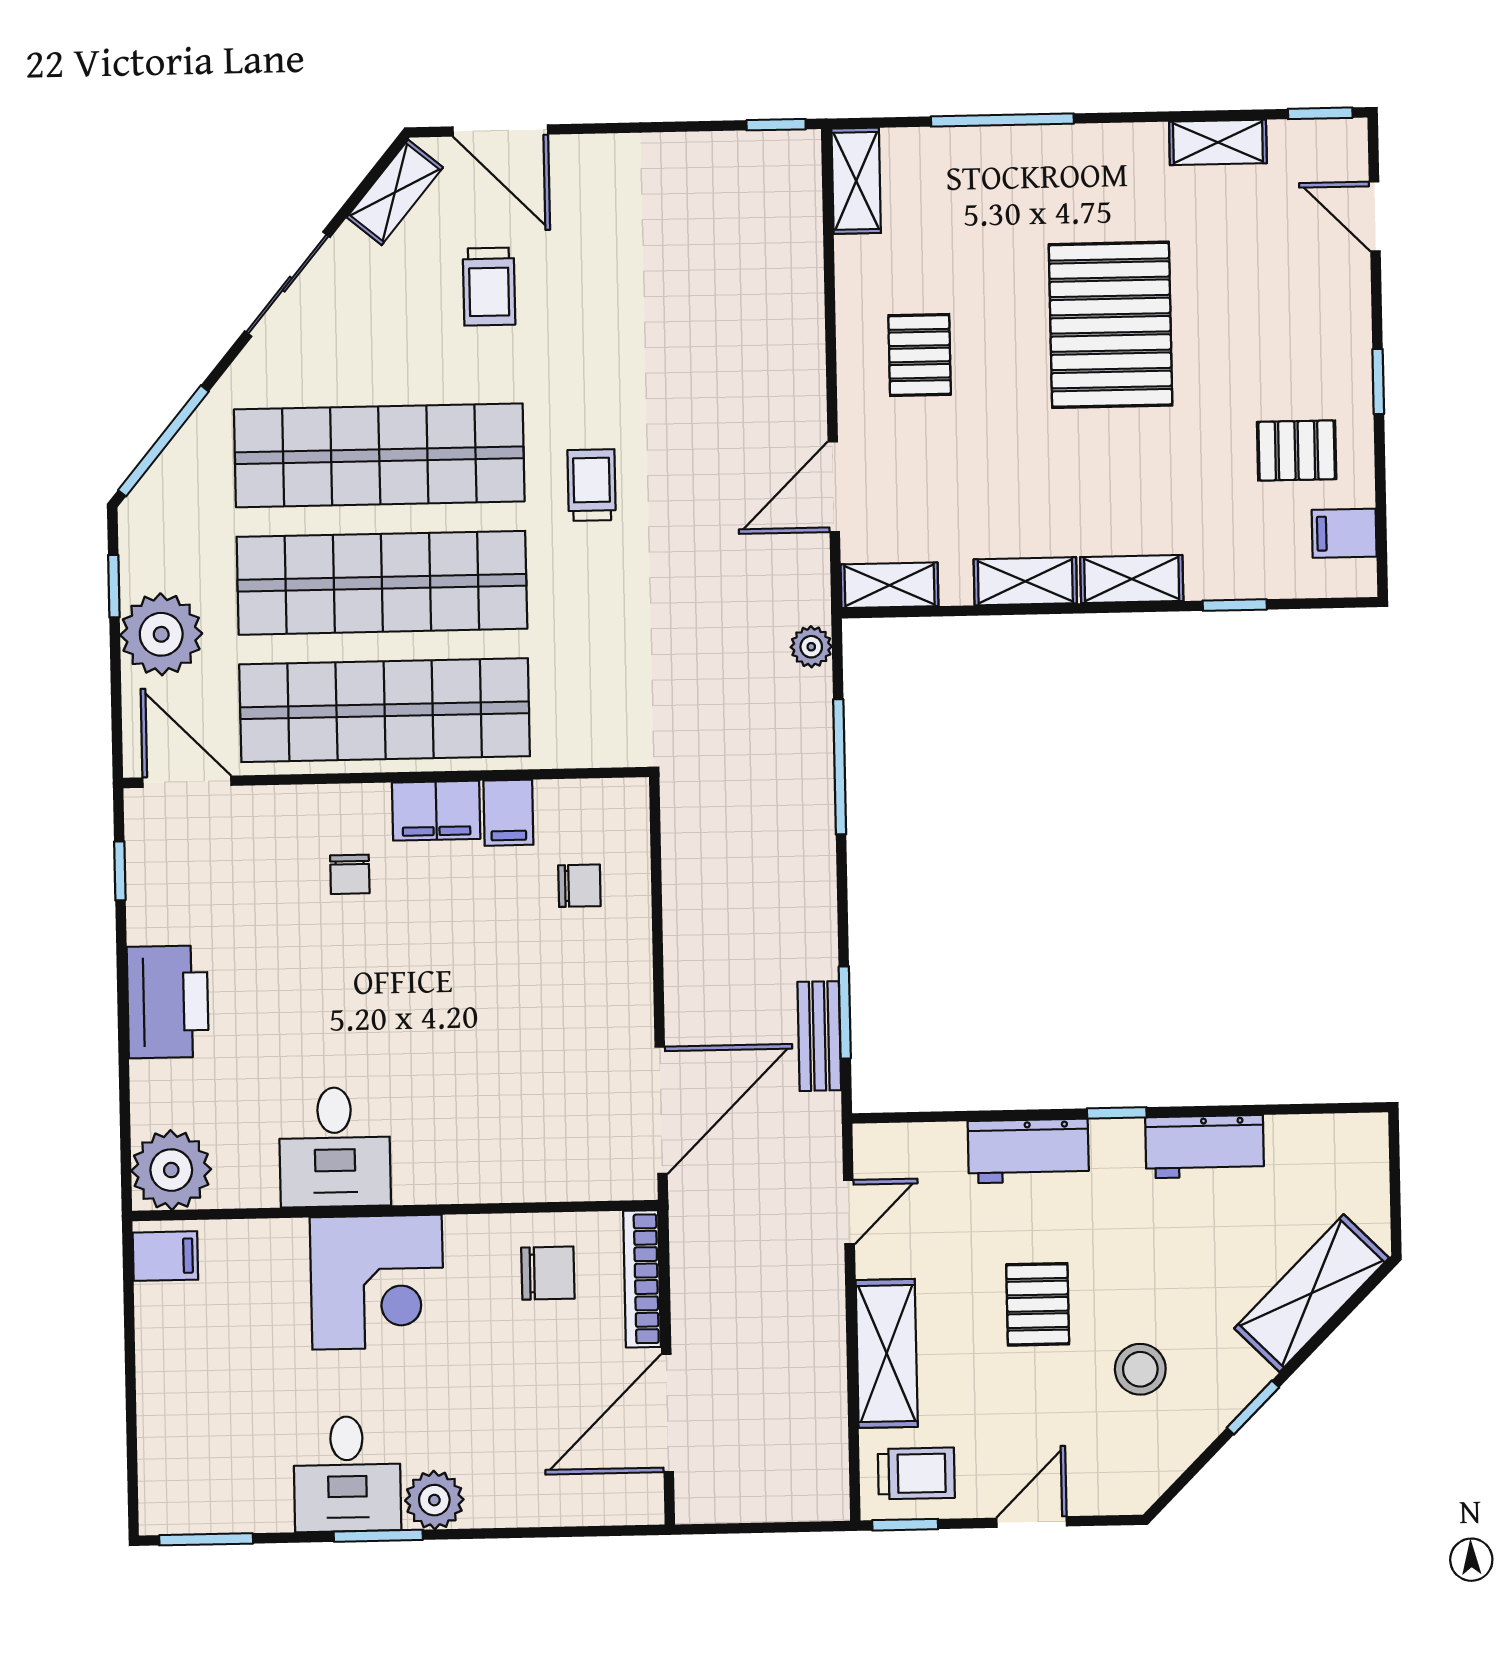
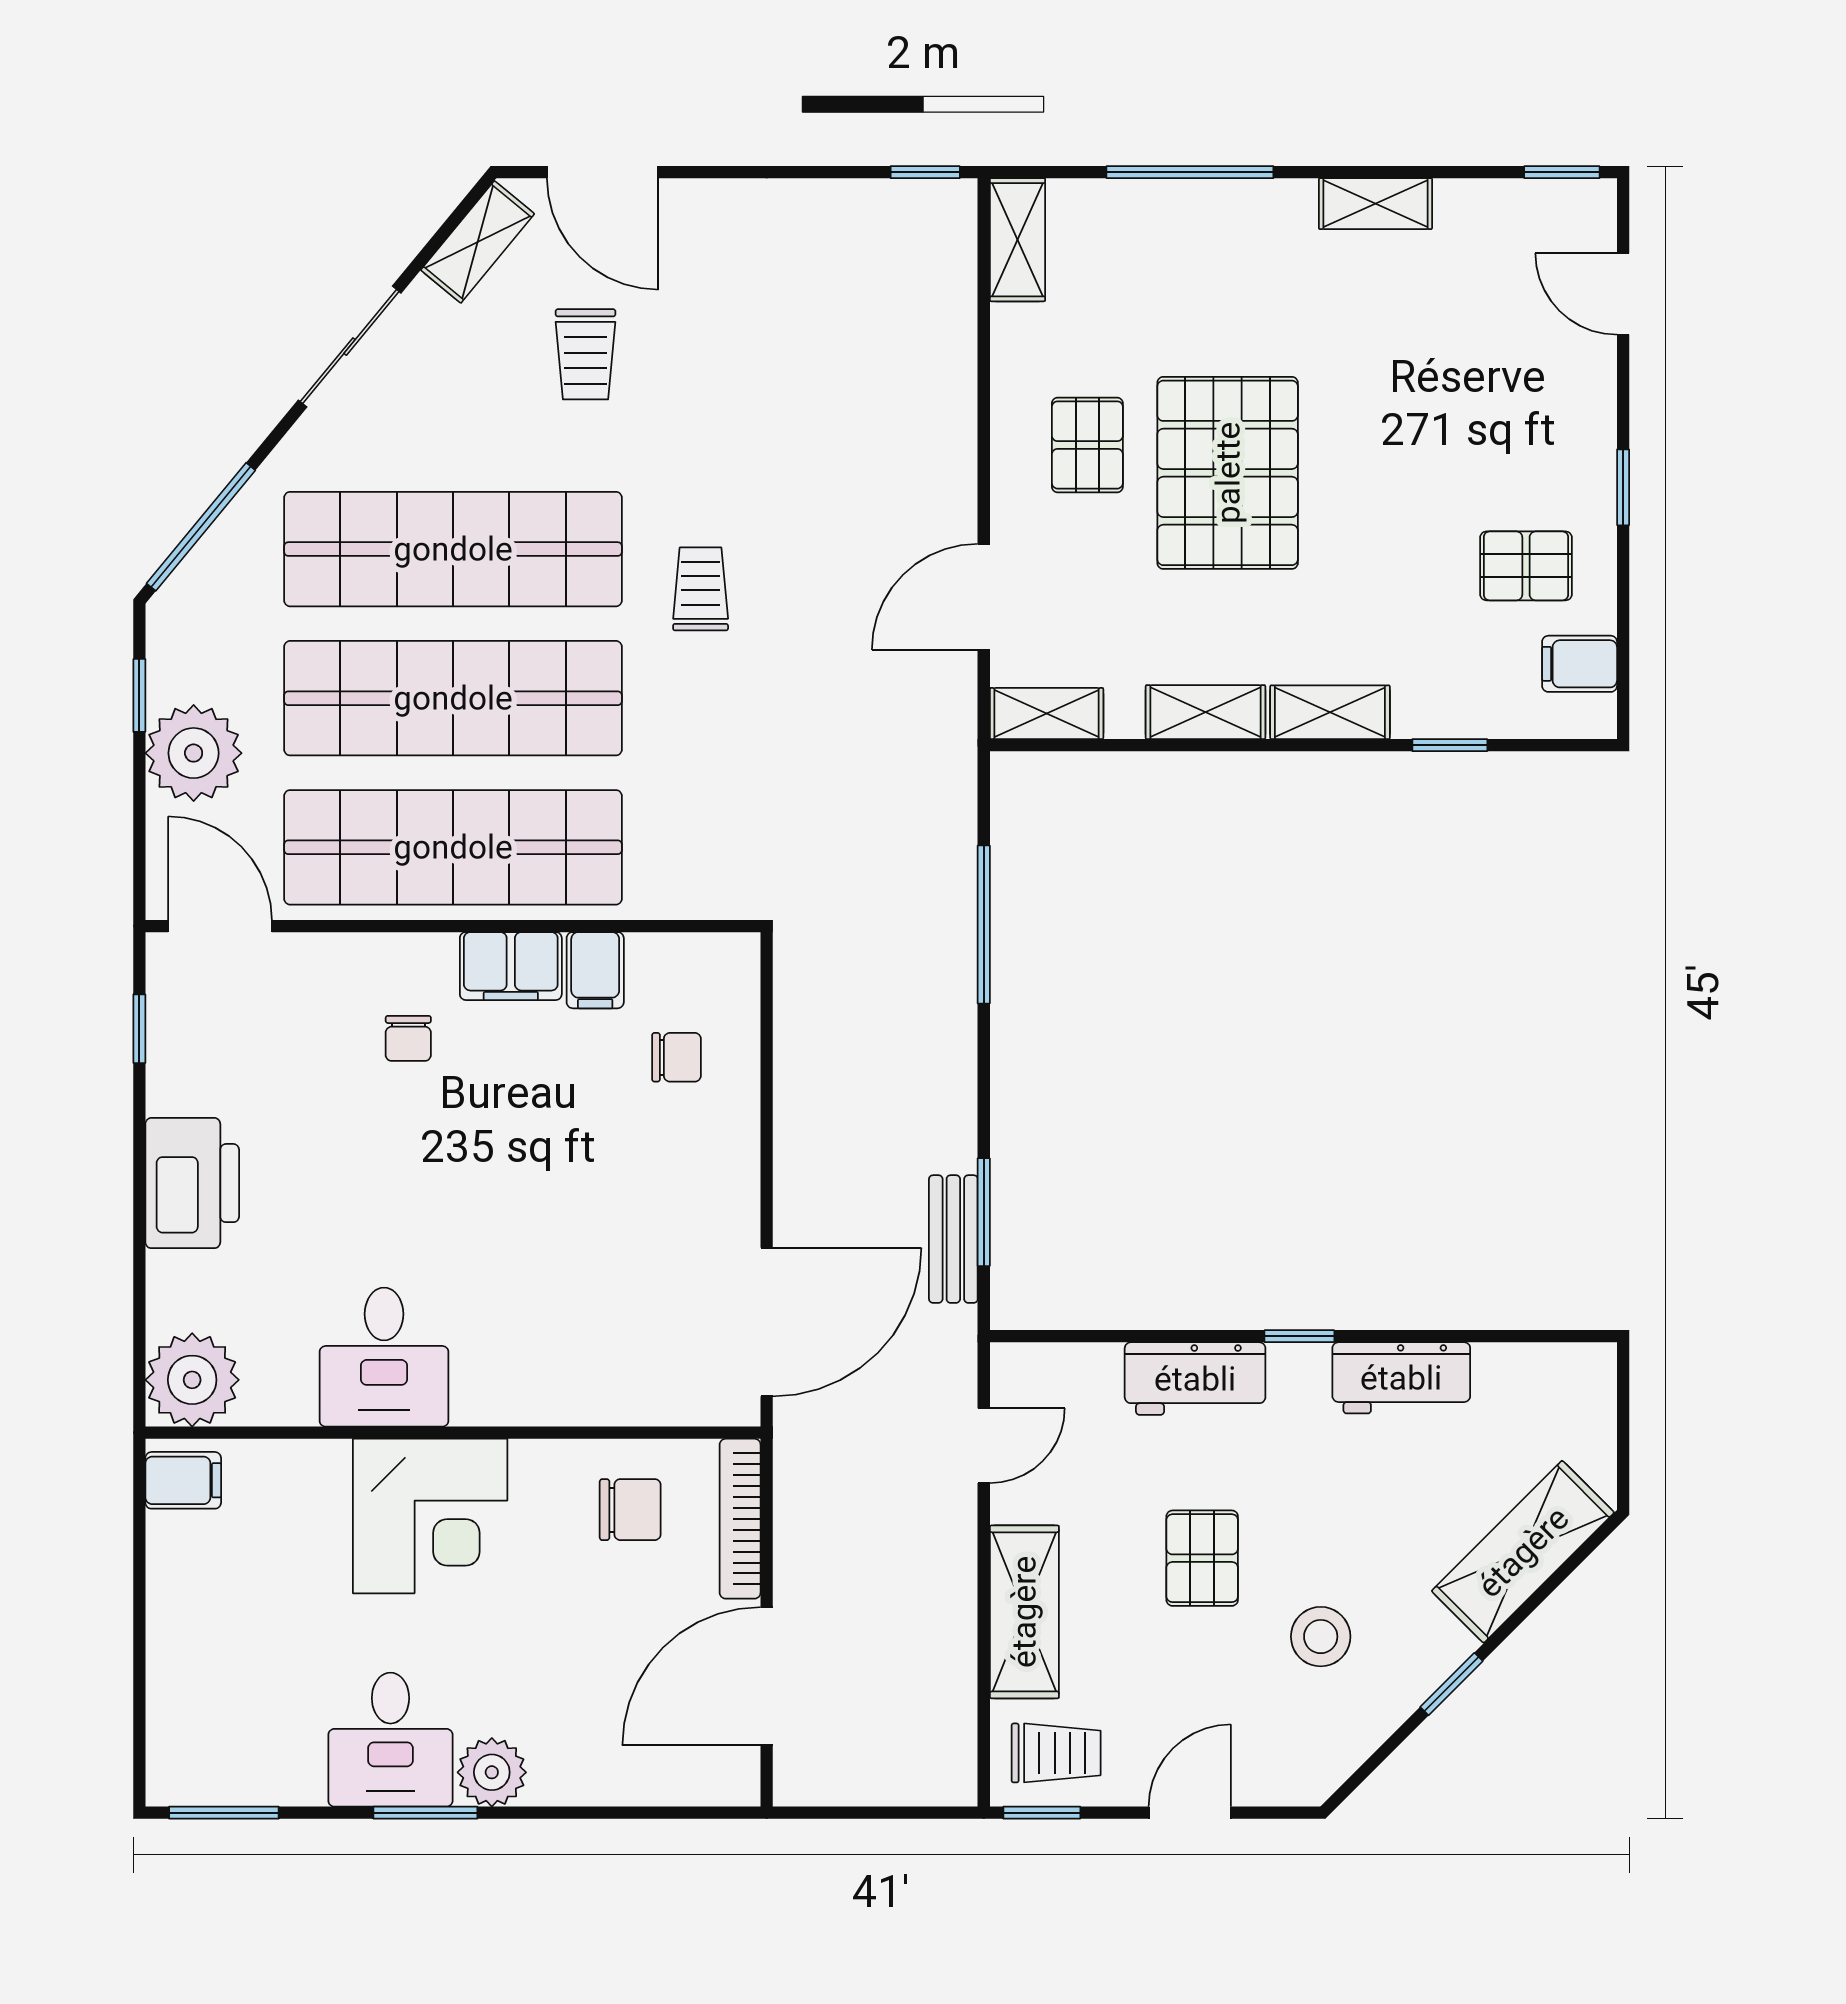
shelving: (1218, 142) -> (1375, 204), moved
pallet: (1111, 325) -> (1228, 473), moved
plant: (811, 647) -> (954, 784), removed

